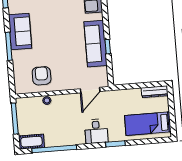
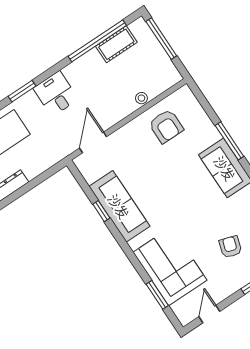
window: (15, 119) -> (161, 39), moved
cot: (31, 142) -> (116, 44), moved

